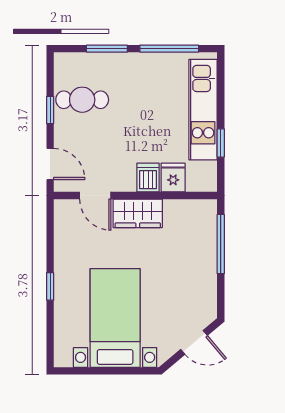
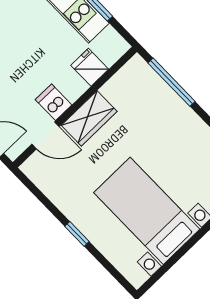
dishwasher: (148, 178) -> (54, 102), moved

